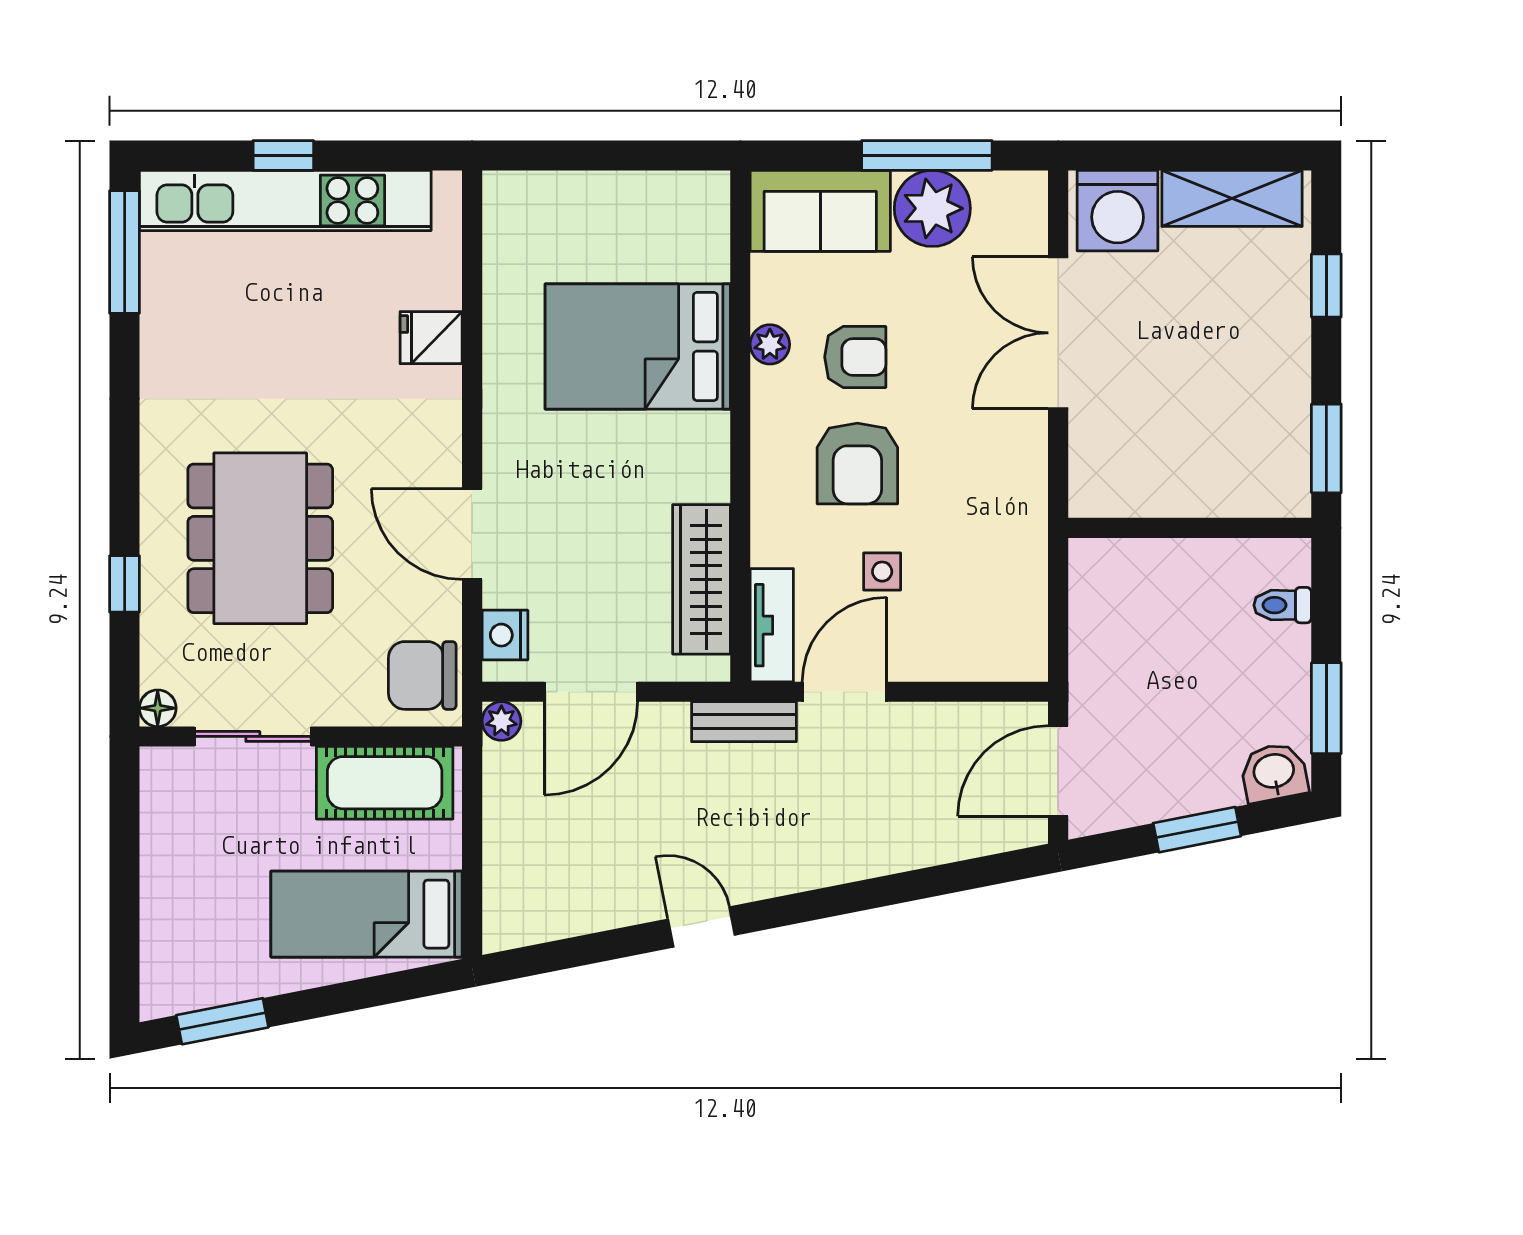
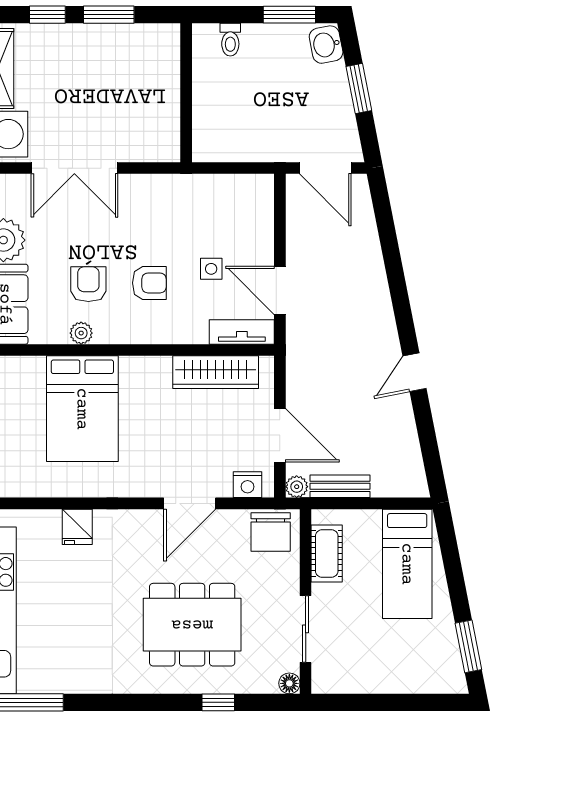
window: (1326, 448) -> (109, 15), moved
armchair: (857, 464) -> (149, 283), width x0.72, depth x0.72
bench: (744, 722) -> (340, 486), moved, turned 90
cot: (385, 783) -> (327, 554), width x0.73, depth x0.75

